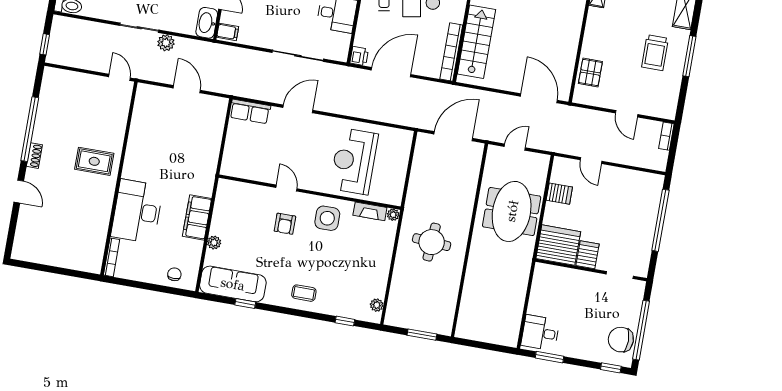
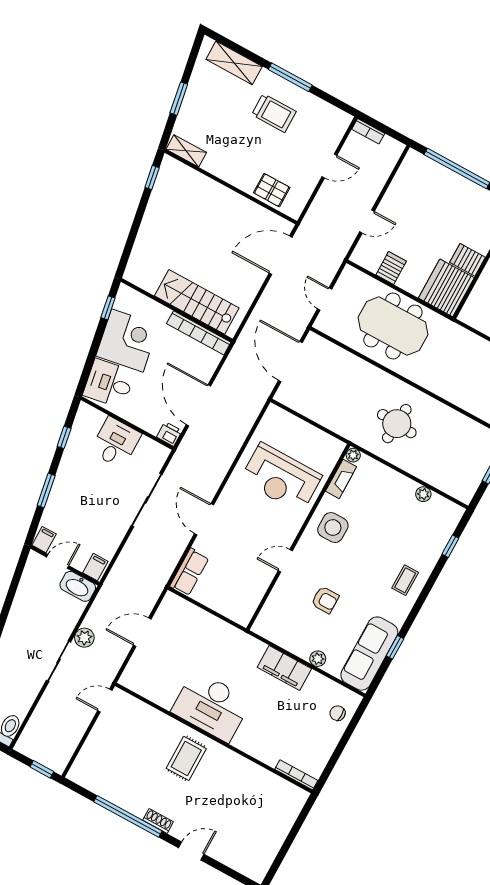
desk: (137, 211) -> (211, 706), moved
armchair: (285, 224) -> (325, 600), moved
plant: (377, 305) -> (423, 494), moved

